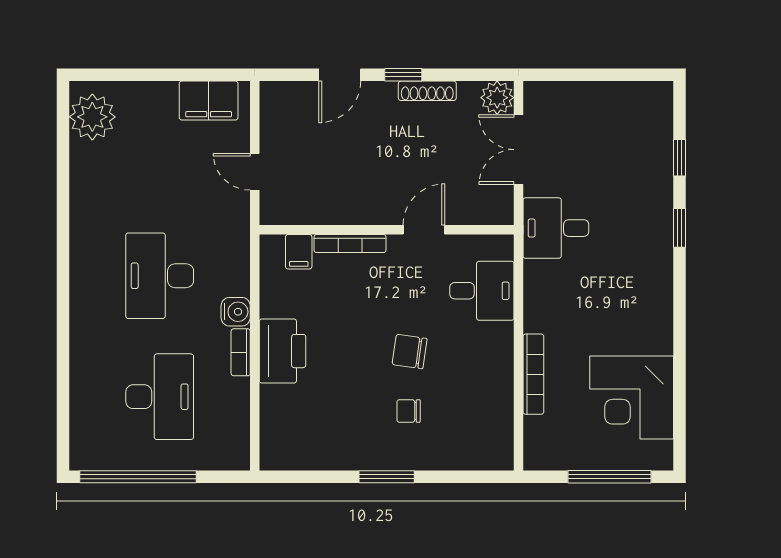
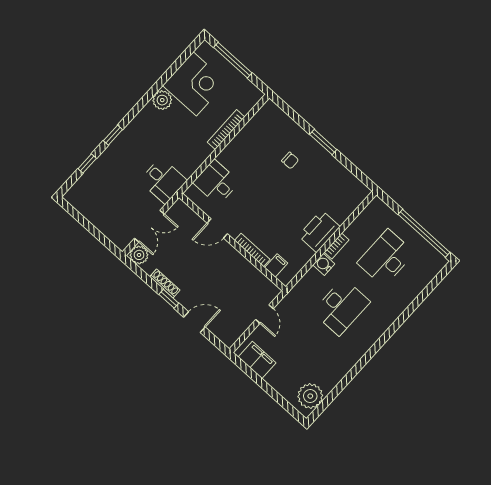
plant: (656, 336) -> (162, 100), added
chair: (410, 352) -> (268, 184), removed

